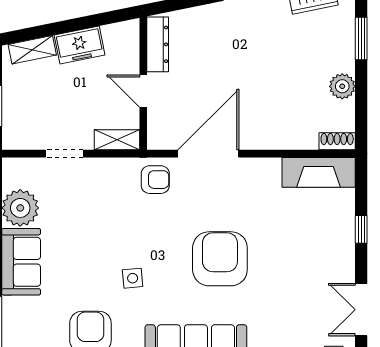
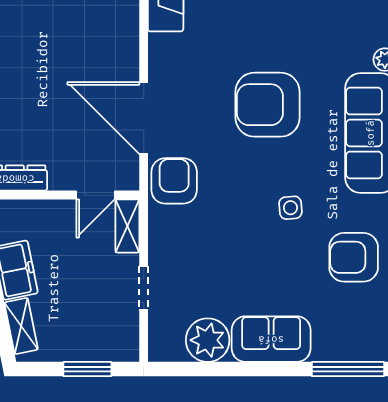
door: (143, 91) -> (96, 195), moved
armchair: (155, 180) -> (174, 181), width x1.38, depth x1.38

